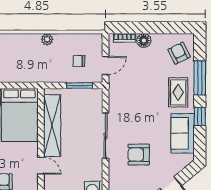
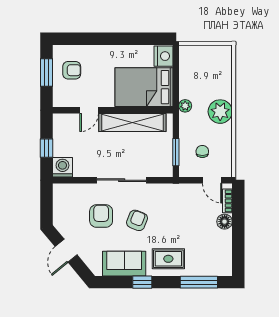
plant: (47, 39) -> (220, 112), width x1.88, depth x1.88
armchair: (179, 53) -> (137, 220), moved, turned -42
door: (106, 65) -> (212, 180), moved
plant: (37, 77) -> (185, 106), added
window: (200, 78) -> (199, 282), moved

